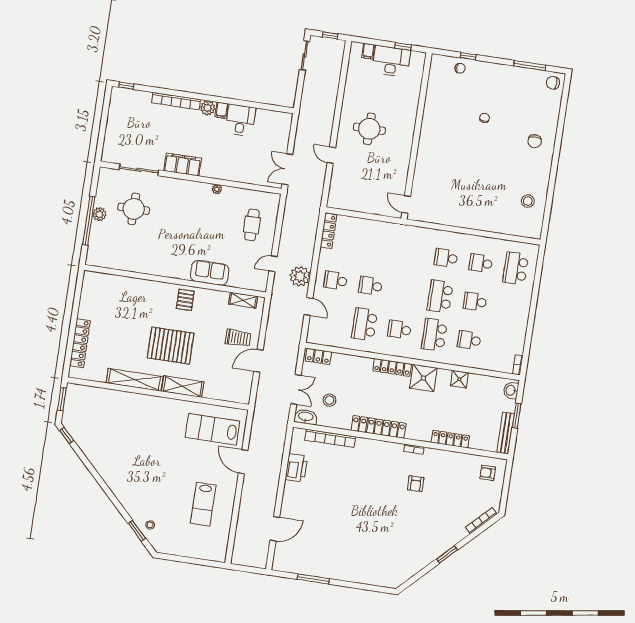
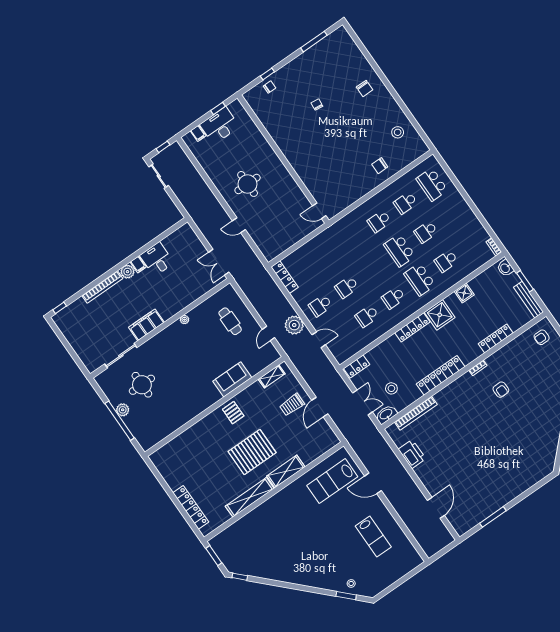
chair: (553, 83) -> (380, 166), moved
school desk: (365, 324) -> (367, 316), width x0.54
trolley: (238, 338) -> (292, 405), turned 180

